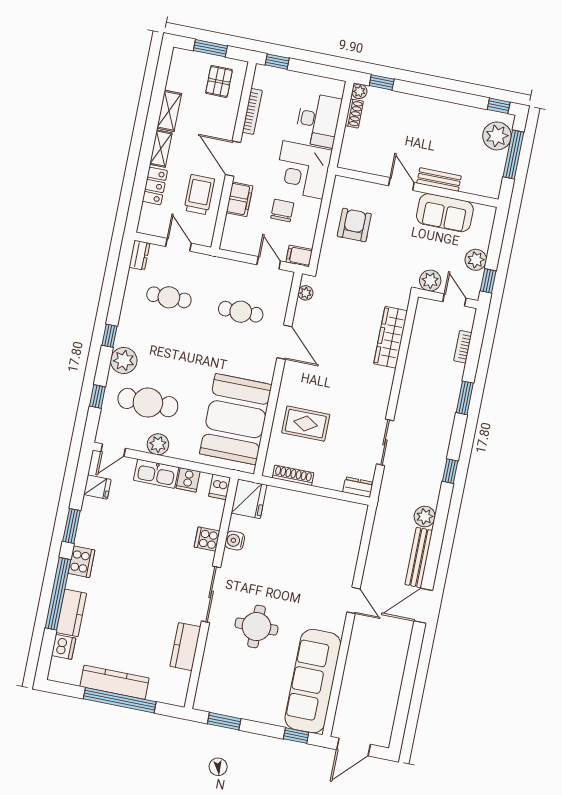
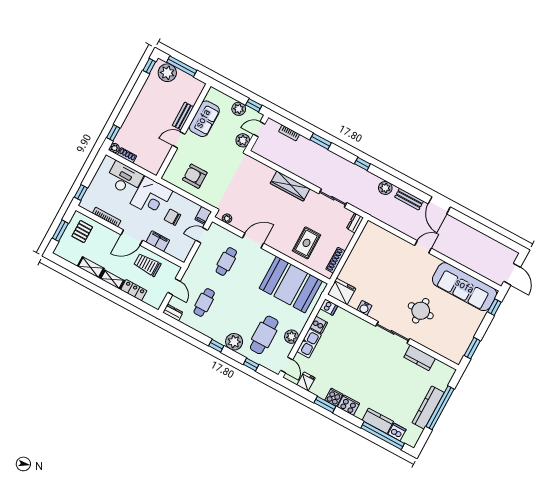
pallet: (219, 81) -> (82, 232), turned 90
door: (178, 245) -> (174, 287), swing flipped
wardrobe: (391, 337) -> (290, 186), moved
cooker: (207, 539) -> (334, 397), moved, turned 180
bench: (419, 558) -> (409, 199), width x0.73
window: (58, 594) -> (383, 436), moved

